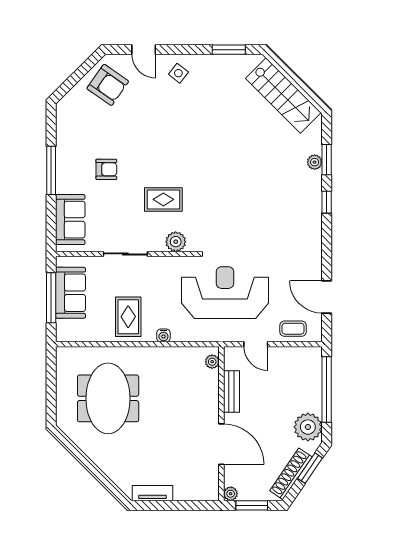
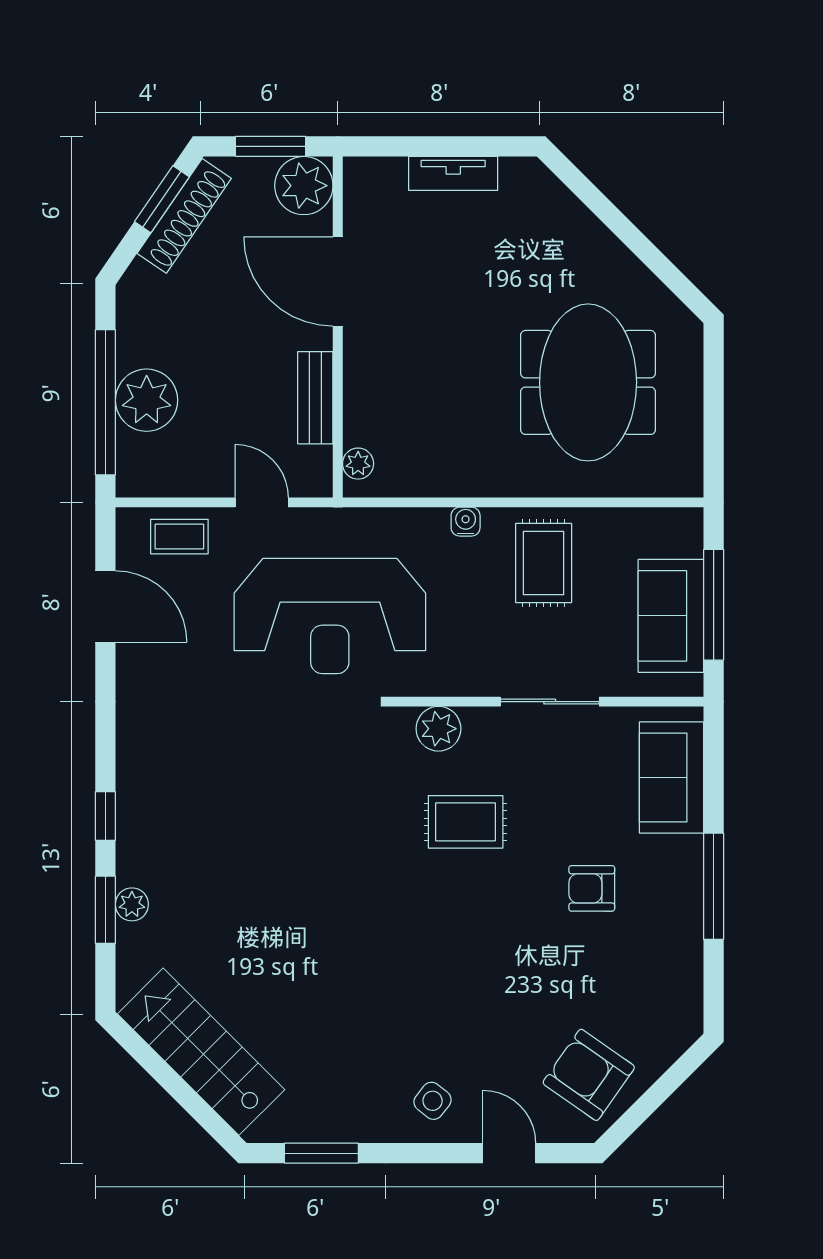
plant: (308, 427) -> (147, 400), moved
window: (310, 468) -> (162, 199), moved
tv unit: (153, 493) -> (453, 173), moved
plant: (231, 494) -> (304, 186), width x1.88, depth x1.88

